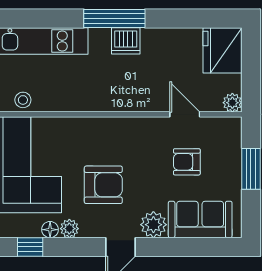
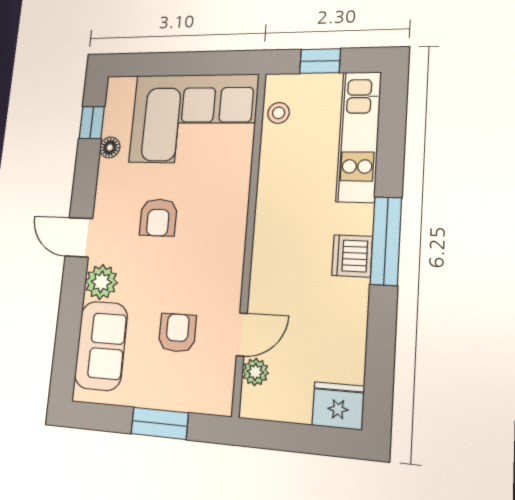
fridge: (223, 50) -> (338, 406), width x0.73, depth x0.75
plant: (232, 103) -> (255, 372), moved
armchair: (103, 185) -> (158, 218), width x0.72, depth x0.72
plant: (69, 229) -> (108, 172), removed

